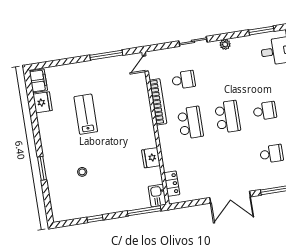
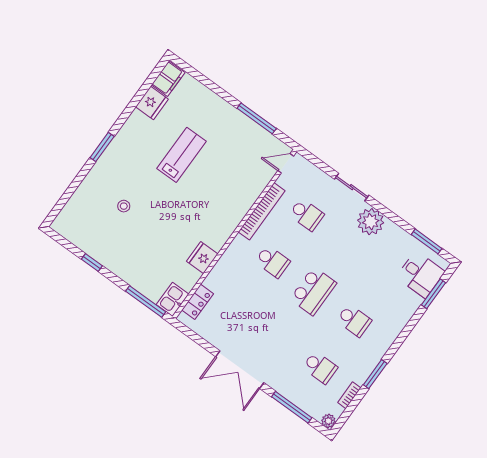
plant: (225, 44) -> (371, 222), width x1.88, depth x1.88
school desk: (190, 123) -> (272, 262), width x0.54
window: (42, 168) -> (102, 147), moved

